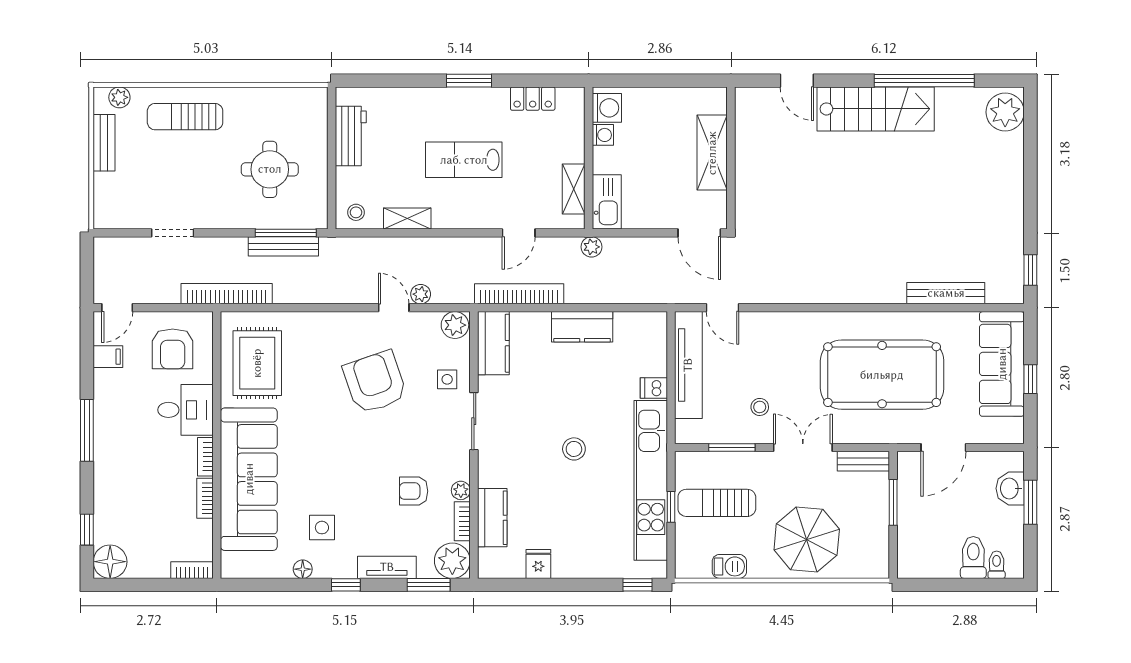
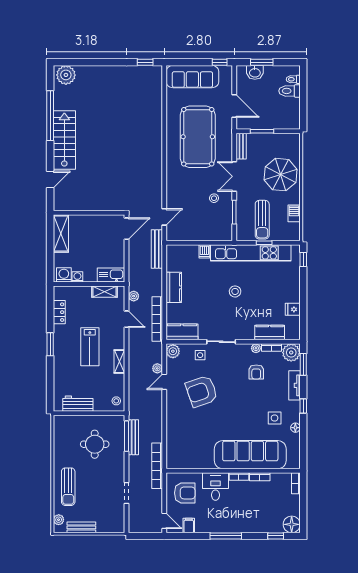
shelving: (712, 153) -> (61, 233), moved, turned 90
shelving: (407, 218) -> (119, 361), moved
plant: (591, 247) -> (134, 296), moved
bench: (946, 293) -> (157, 249), moved
rug: (257, 363) -> (192, 450), removed
tv unit: (688, 365) -> (193, 234), removed
window: (1030, 379) -> (220, 62), moved

